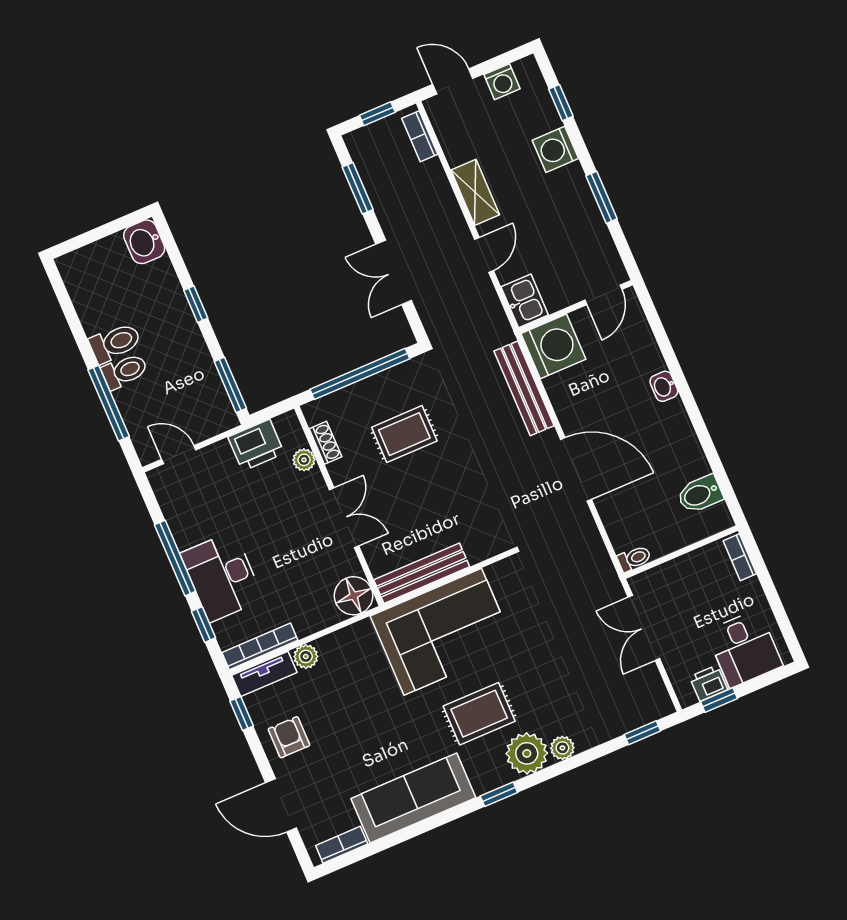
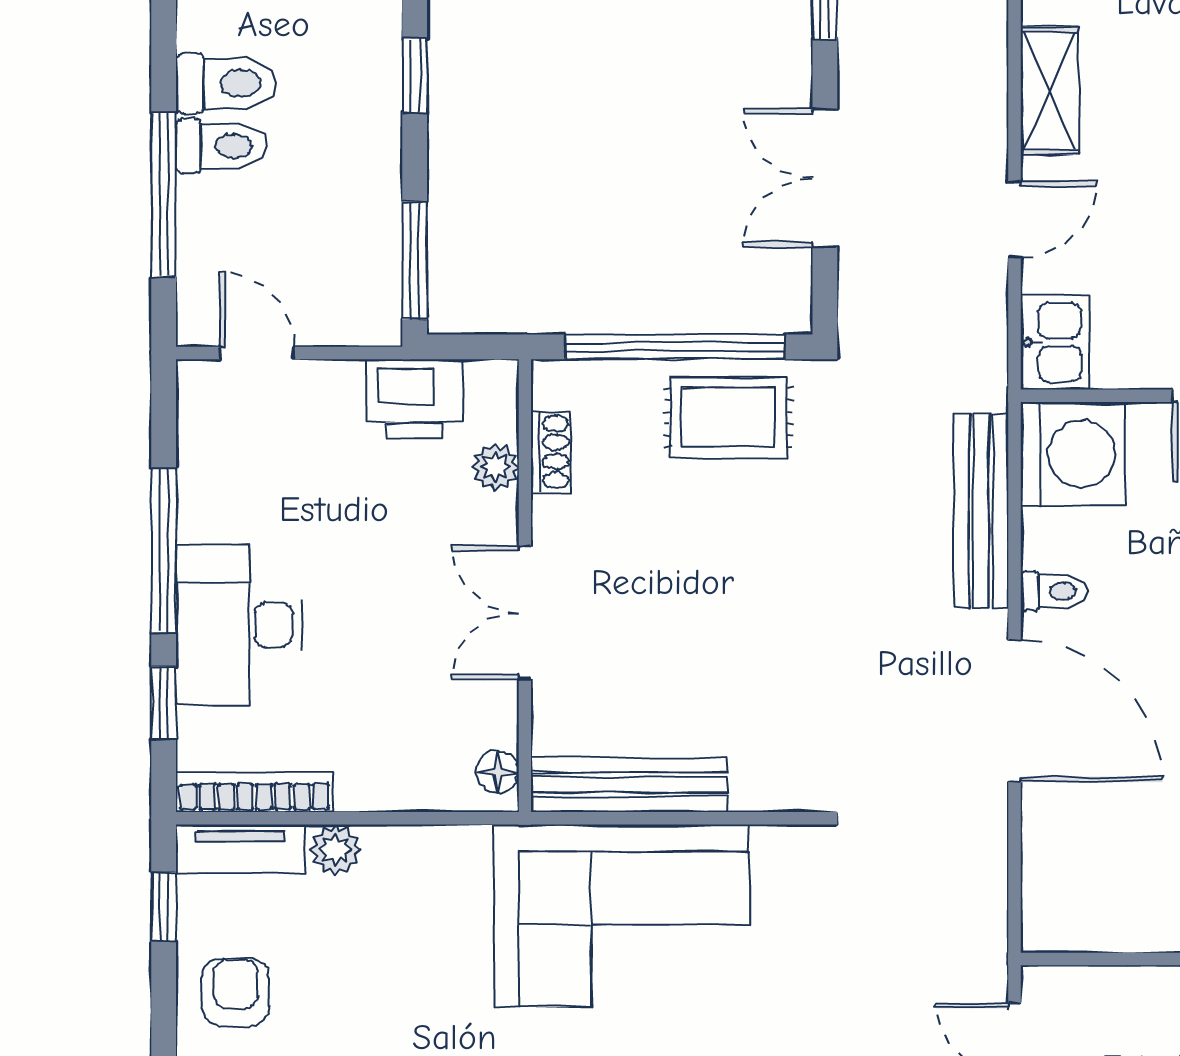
rug: (404, 434) -> (729, 417), moved
double door: (344, 518) -> (525, 613), swing flipped
toilet: (634, 558) -> (1054, 591), moved
floor lamp: (354, 596) -> (497, 772), width x0.53, depth x0.53

